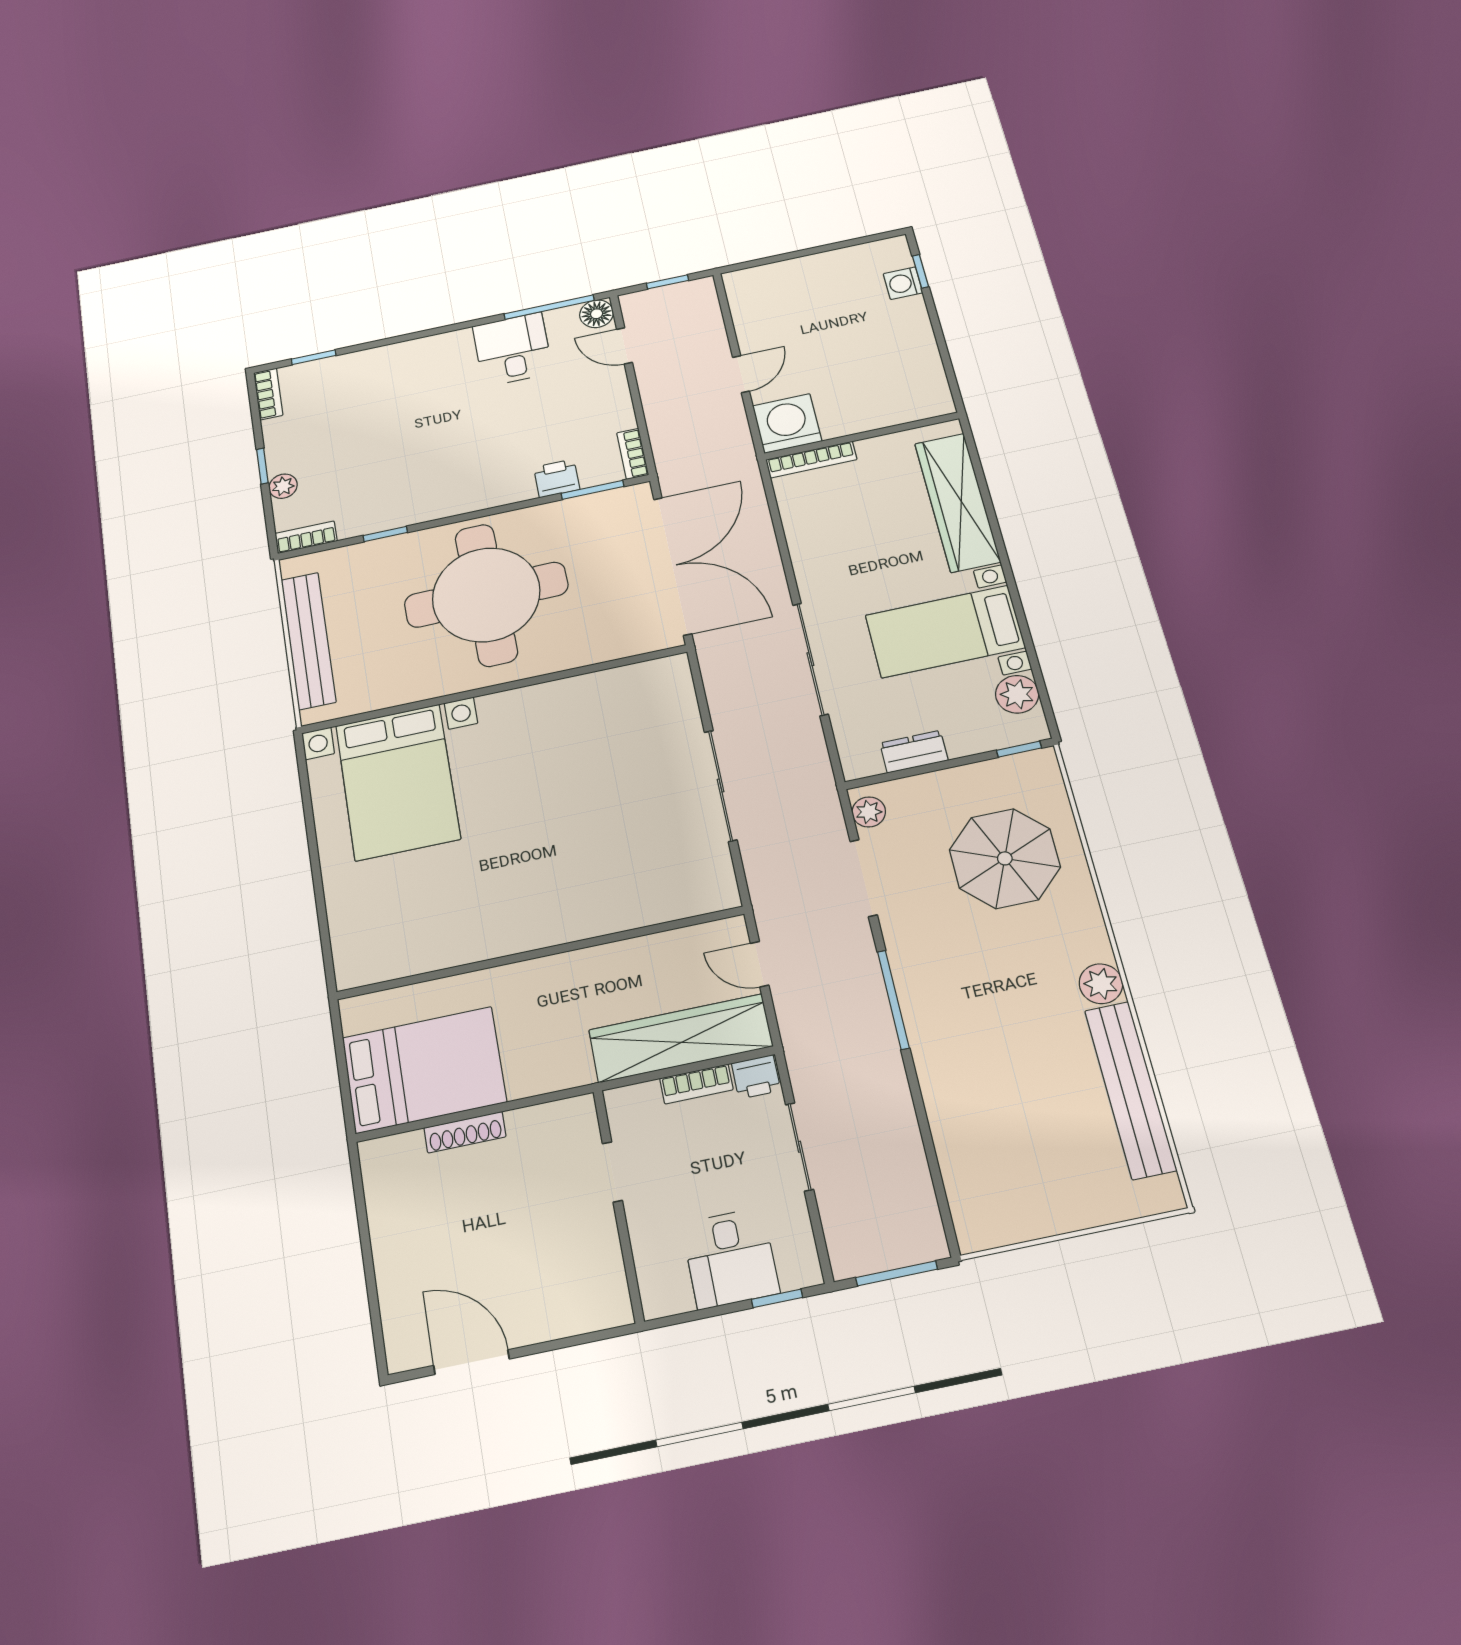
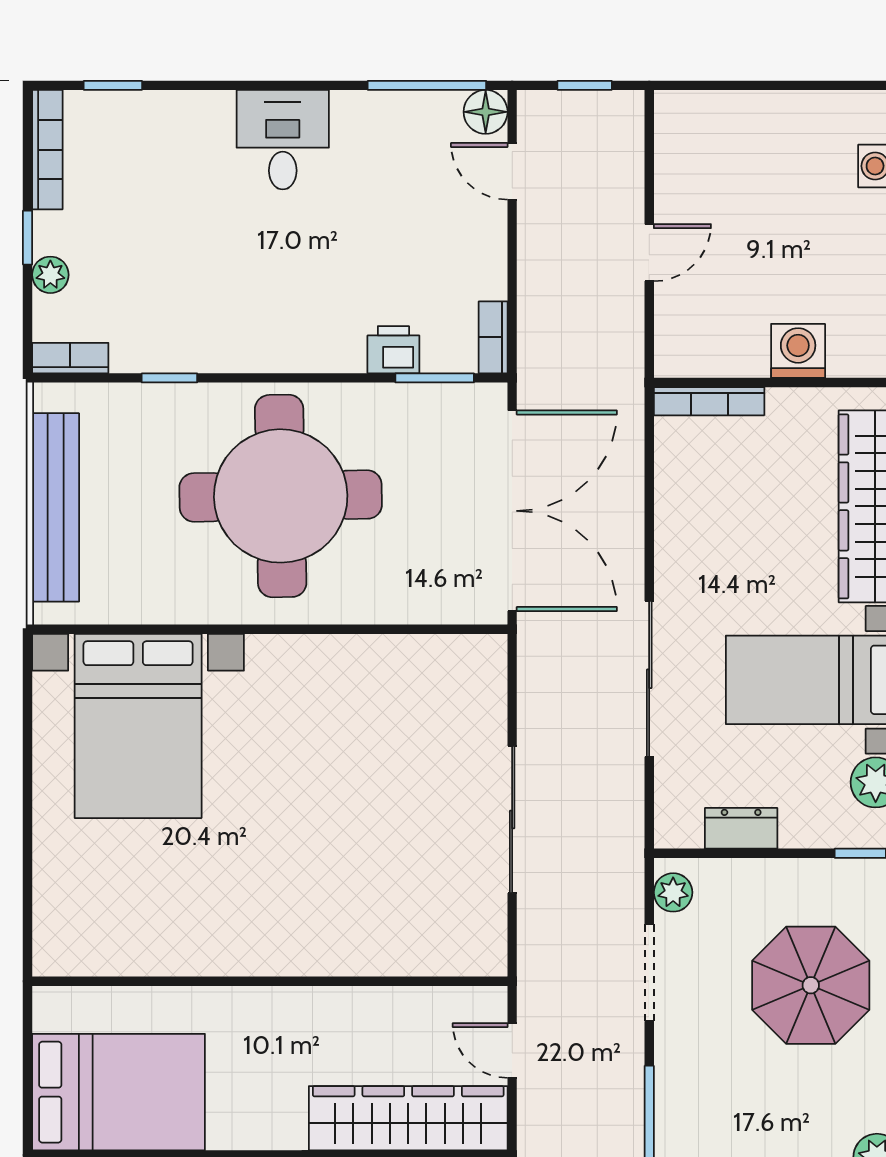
desk: (513, 349) -> (283, 140), moved
bookcase: (268, 394) -> (47, 150), width x1.56
washing machine: (787, 423) -> (798, 351), moved, width x0.73, depth x0.73

